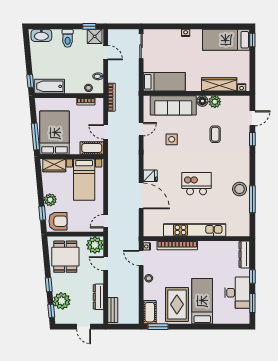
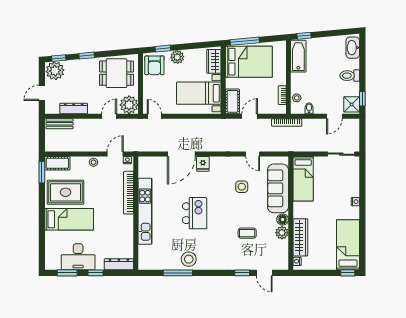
plant: (62, 301) -> (55, 71), moved

